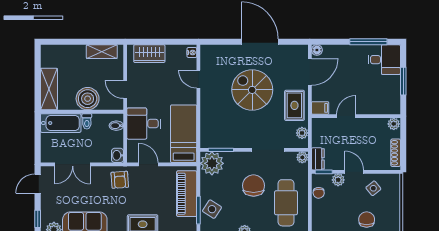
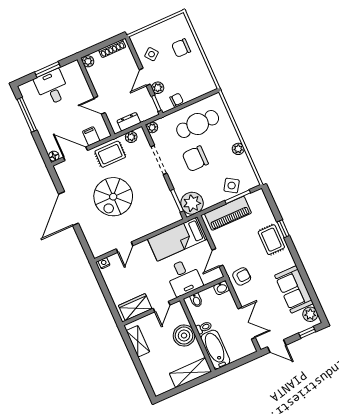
wardrobe: (149, 54) -> (135, 307), moved, turned -90
desk: (384, 60) -> (52, 87), moved
filing cabinet: (320, 108) -> (91, 136), moved
dresser: (318, 159) -> (129, 122), moved

